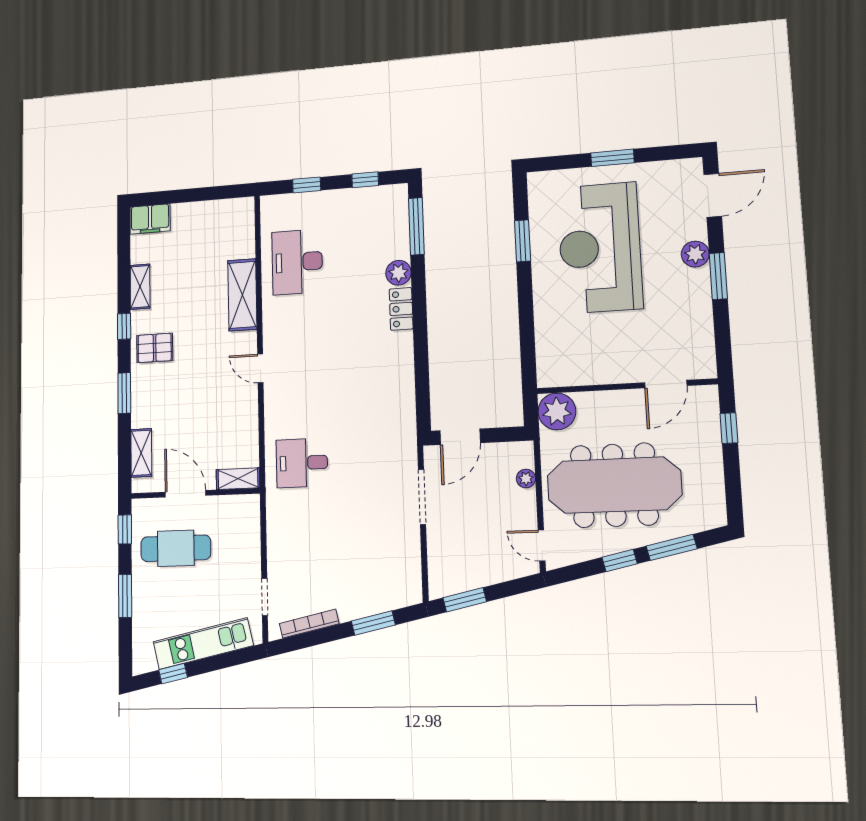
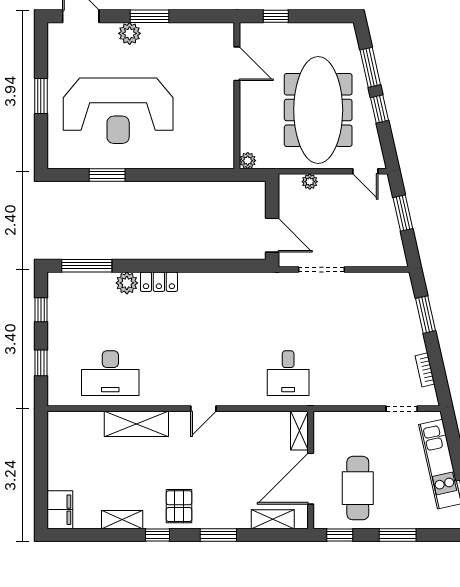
plant: (557, 411) -> (248, 161), width x0.53, depth x0.53
door: (185, 494) -> (311, 479), width x1.36
door: (542, 545) -> (365, 171), hinge flipped
window: (465, 600) -> (403, 213), moved
bookcase: (309, 624) -> (425, 370), width x0.64

